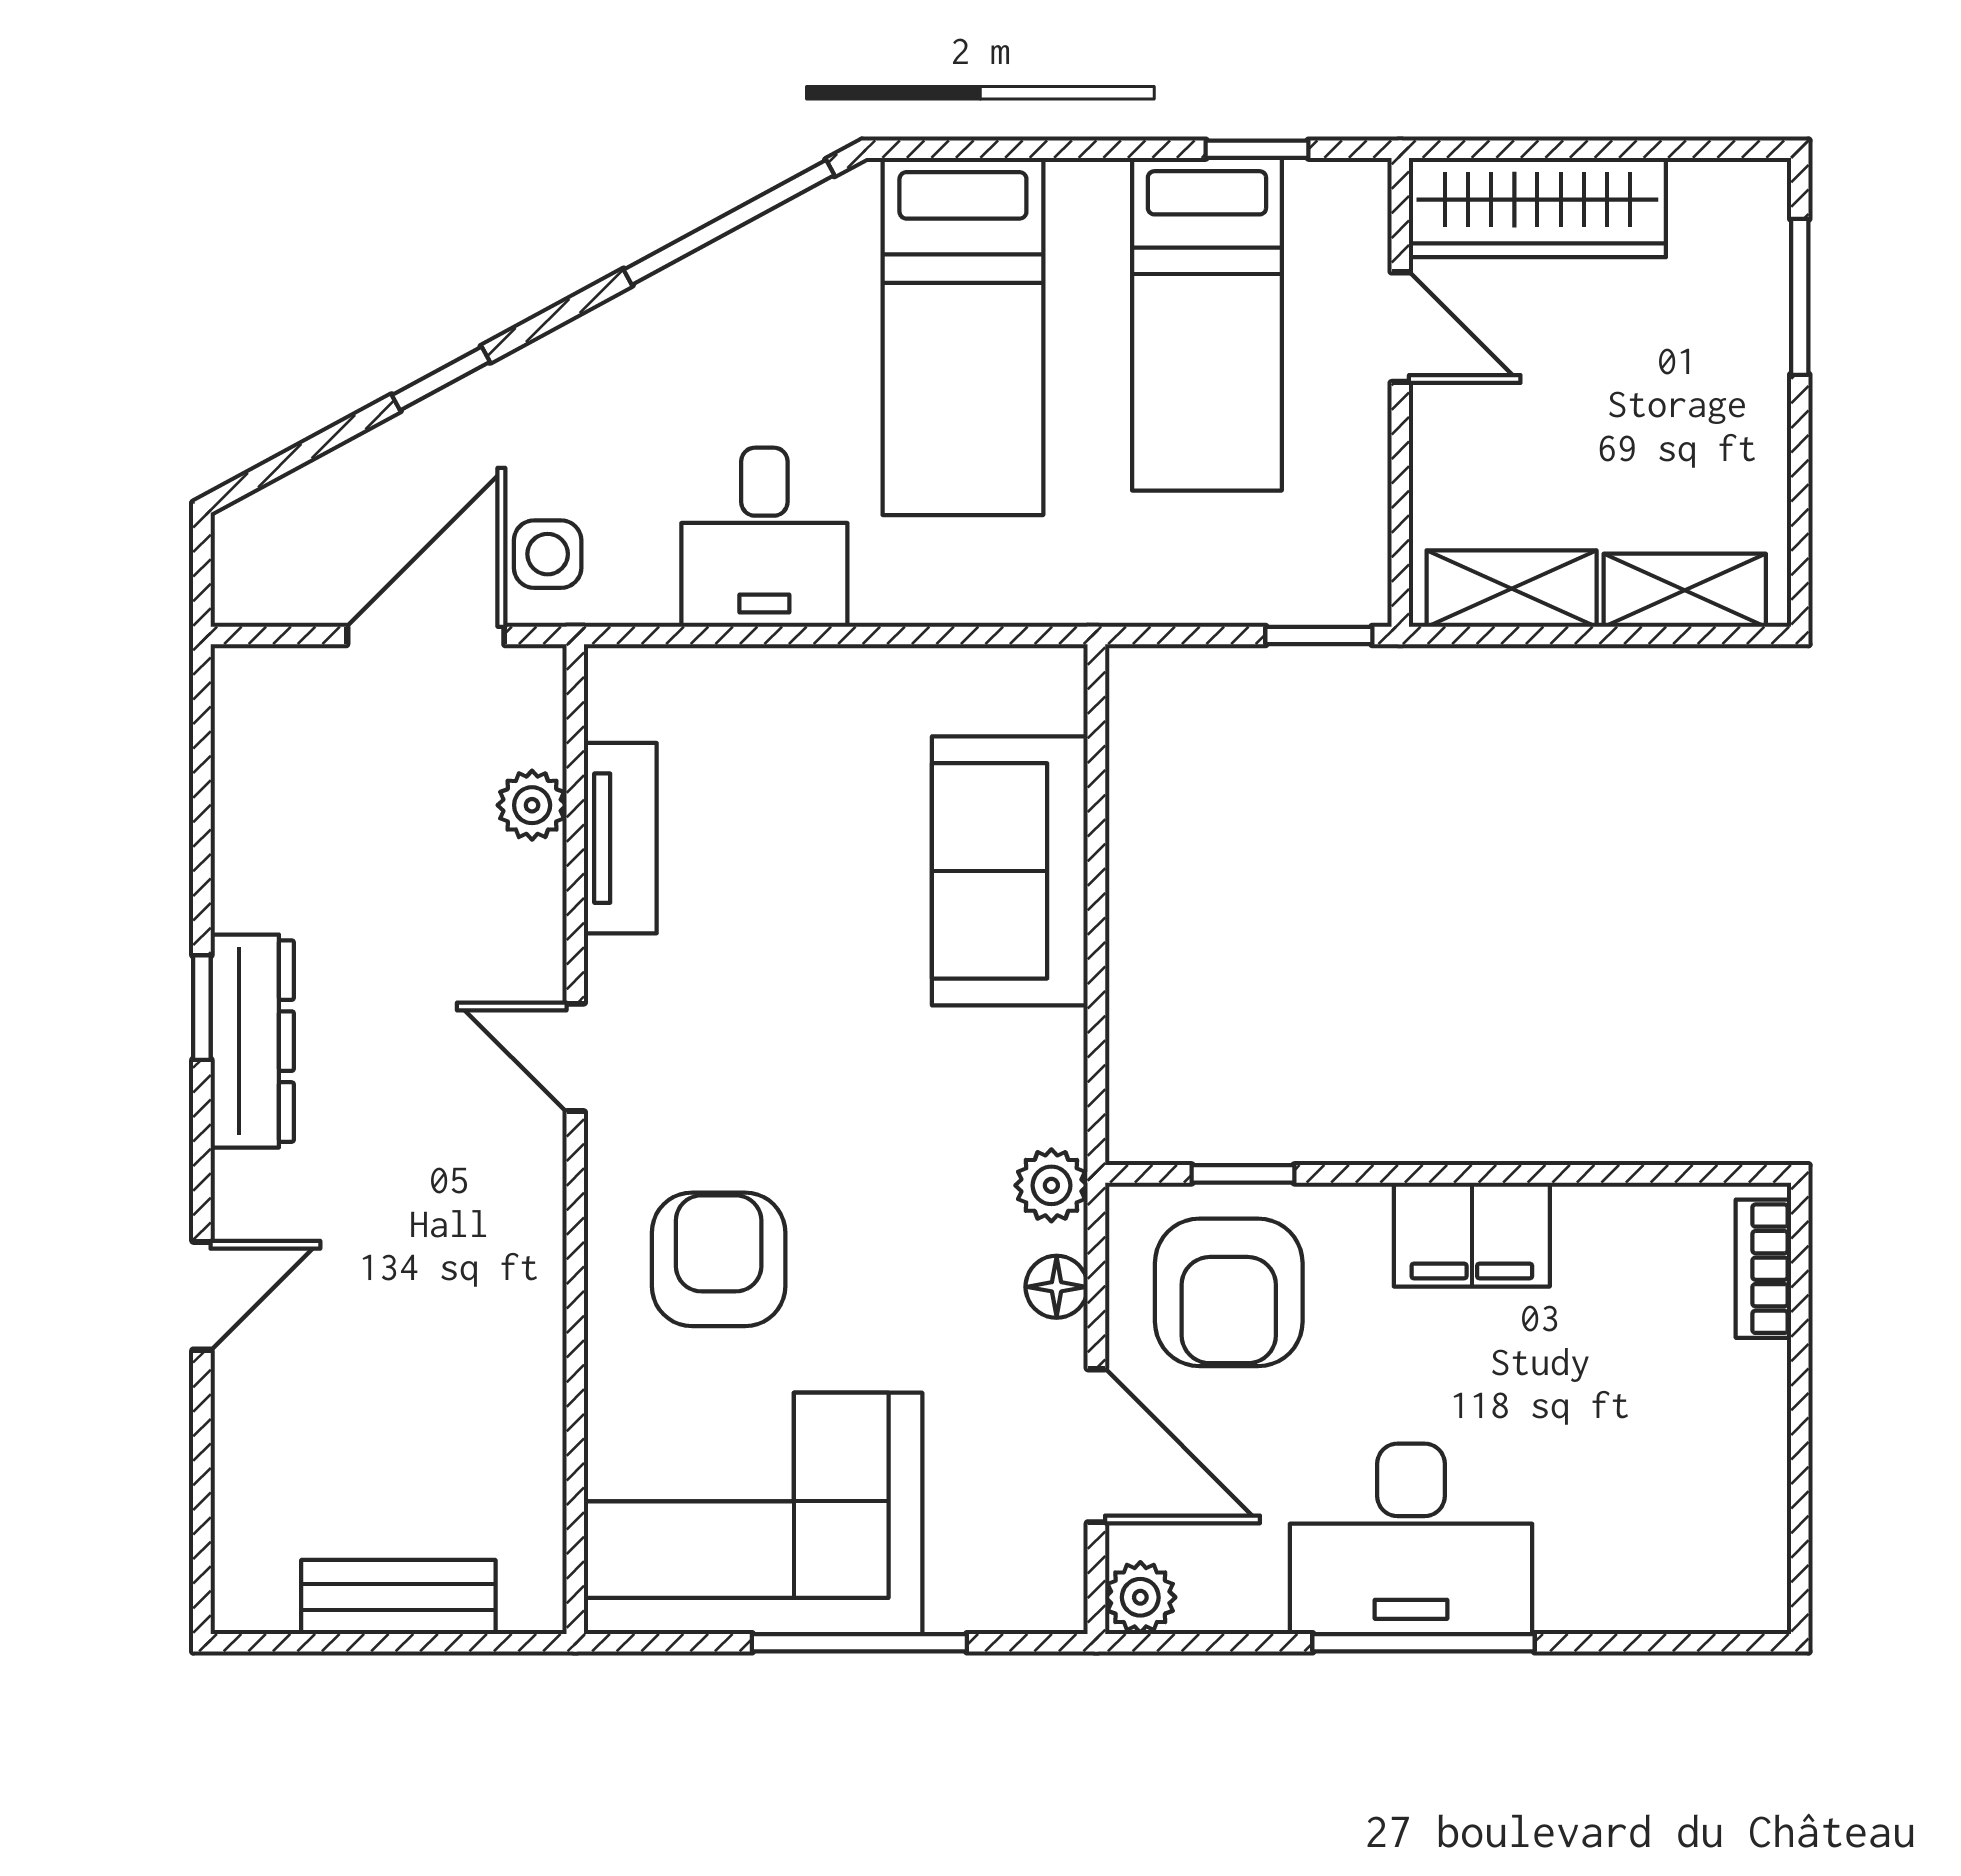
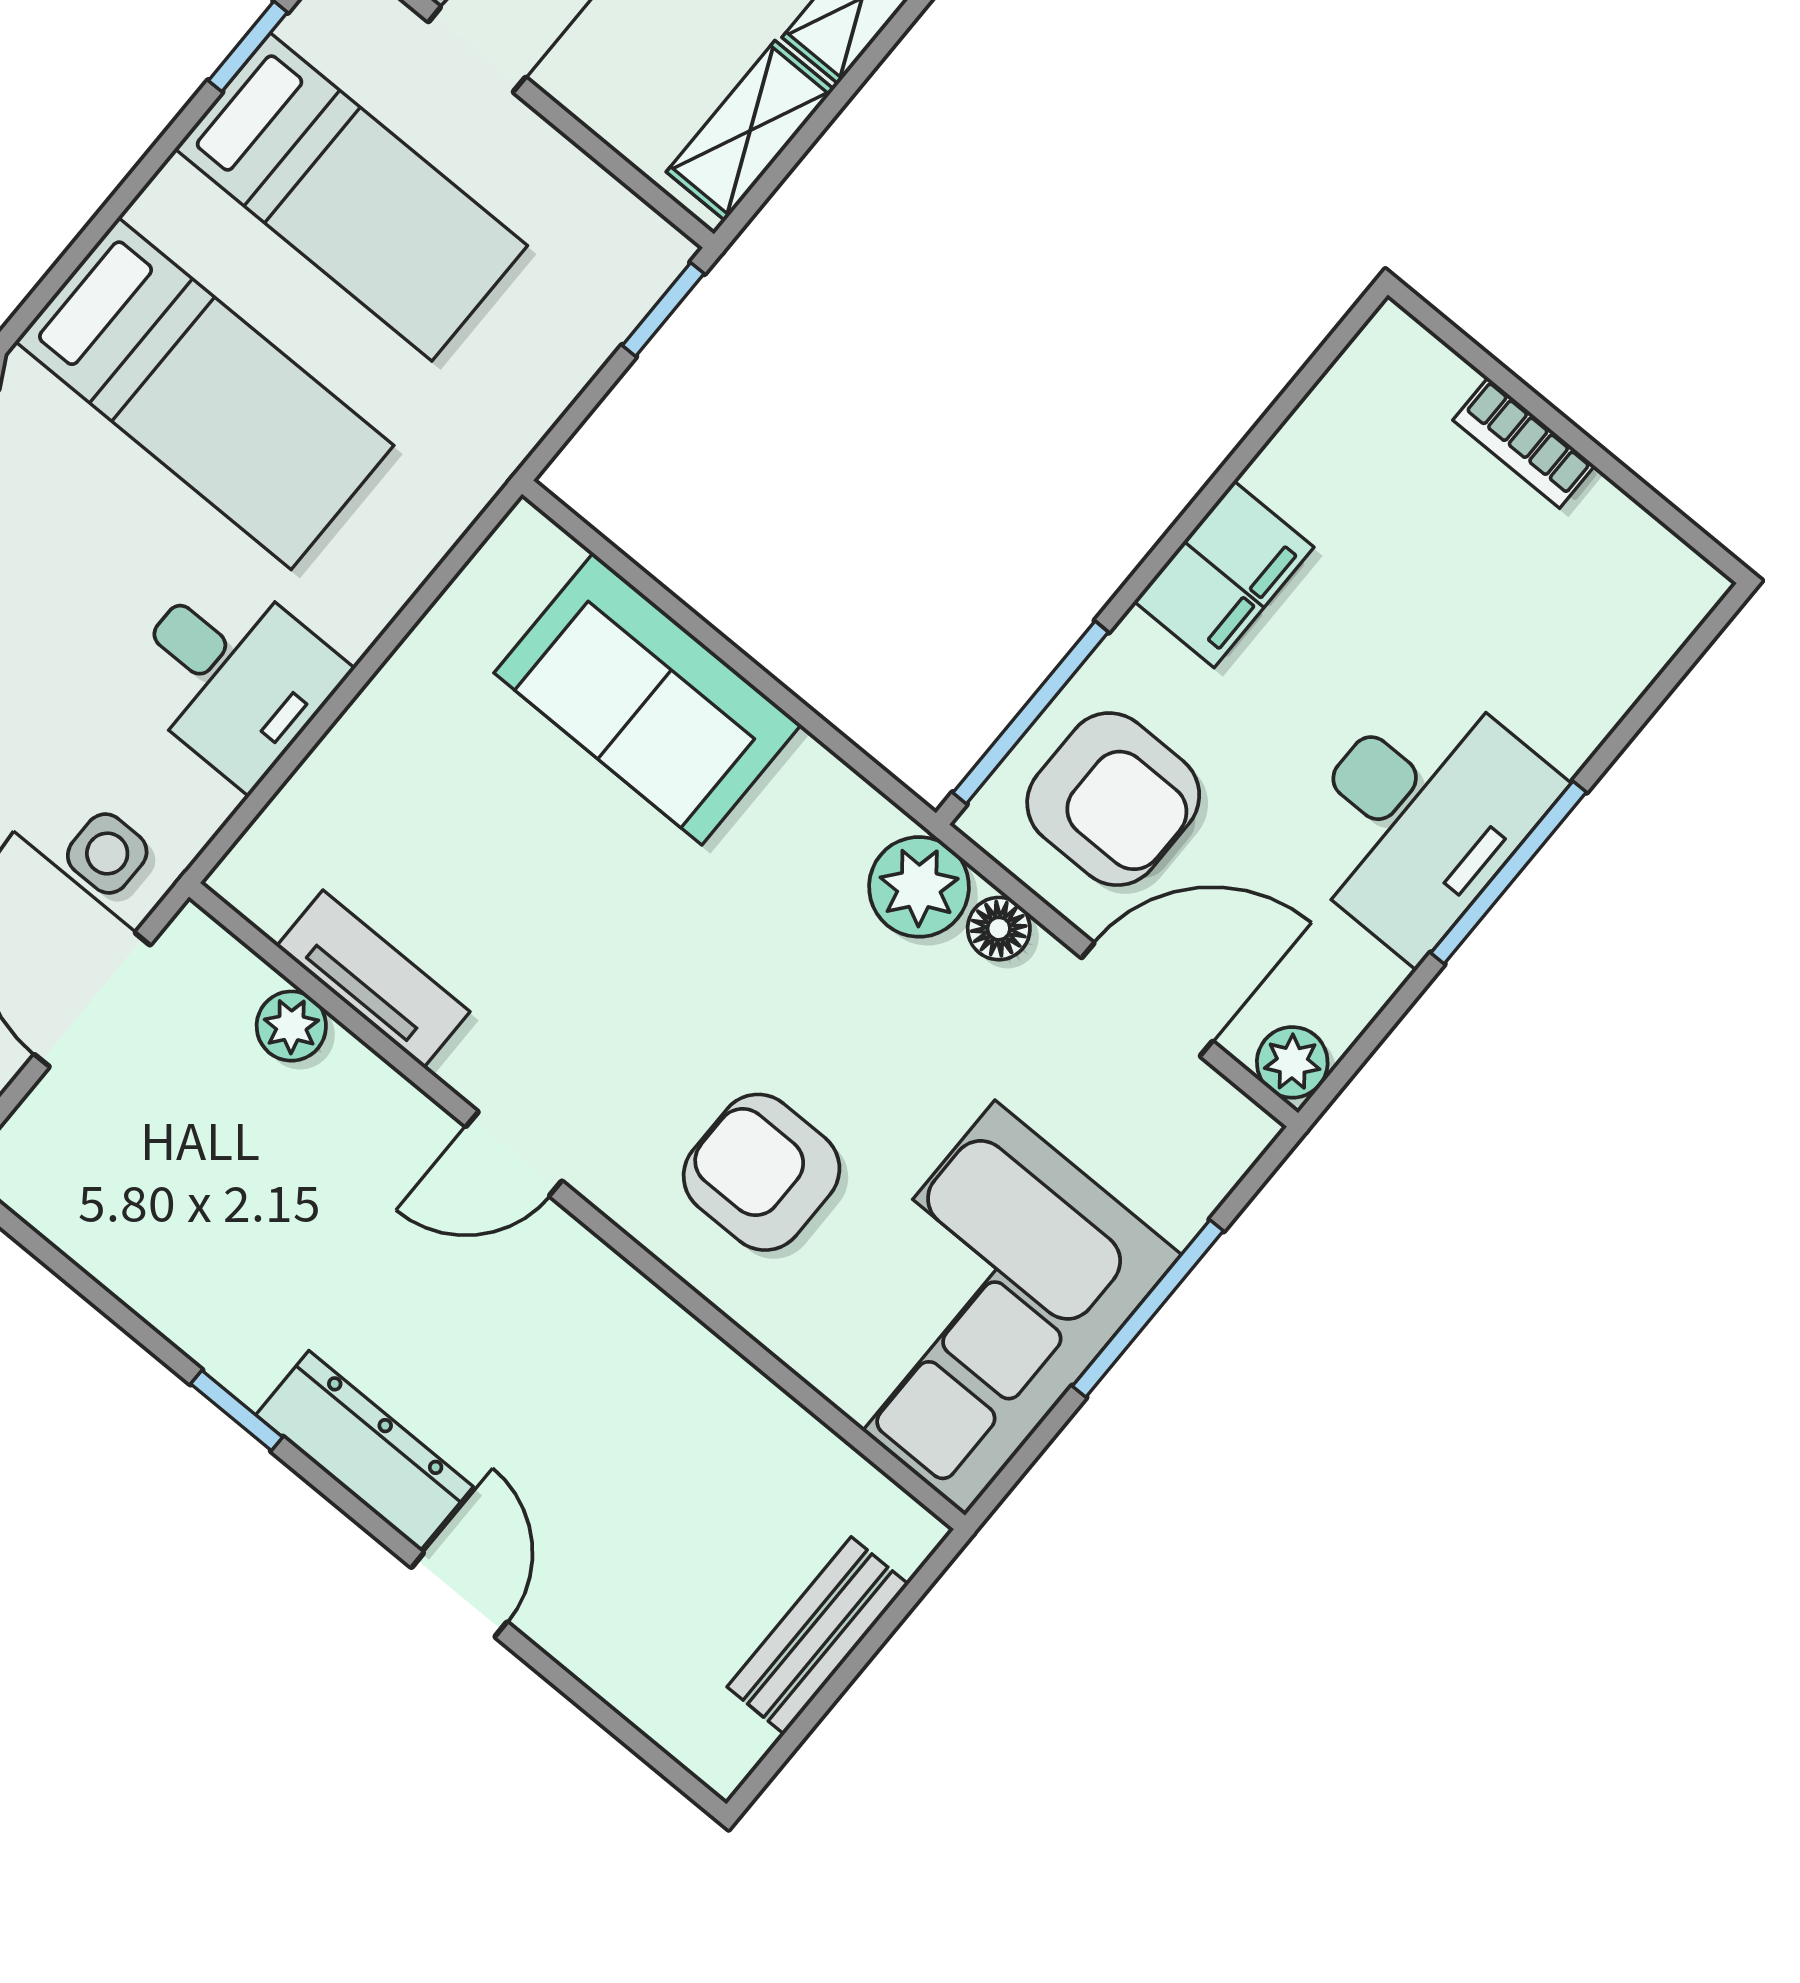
dresser: (252, 1041) -> (364, 1451), moved
window: (1243, 1174) -> (1031, 712), width x2.17
plant: (1051, 1185) -> (919, 887), width x1.38, depth x1.38
bookcase: (1763, 1269) -> (1524, 443), moved

